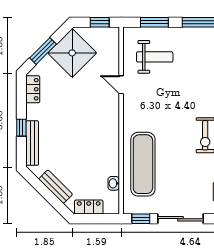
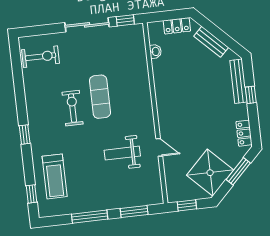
weight bench: (155, 57) -> (122, 153), moved
exercise mat: (143, 164) -> (100, 97), moved, width x0.73, depth x0.69

